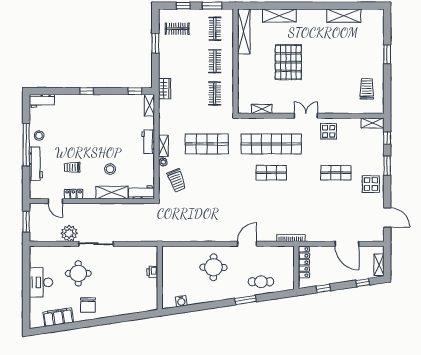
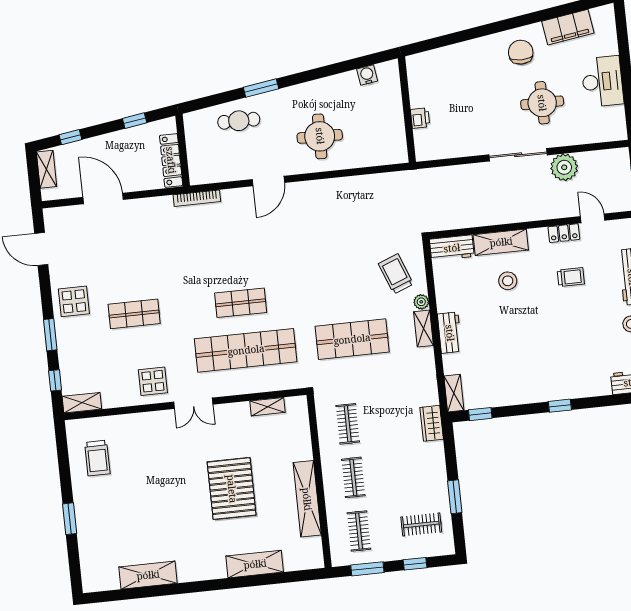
shelving: (244, 31) -> (307, 499), moved

